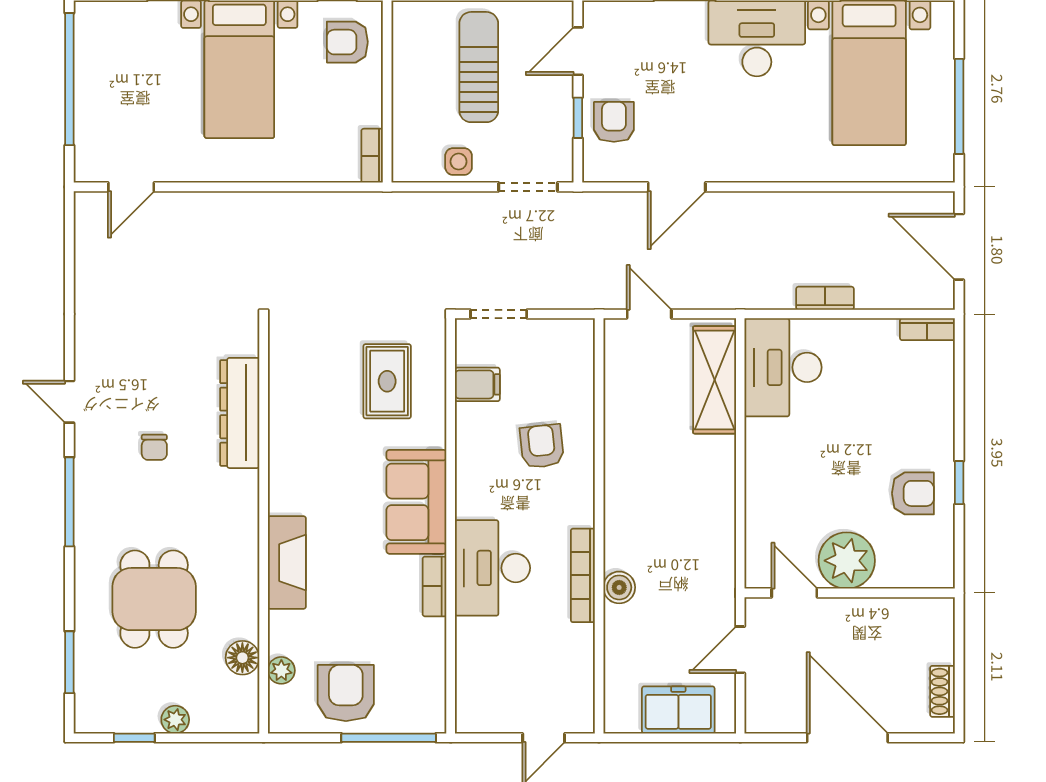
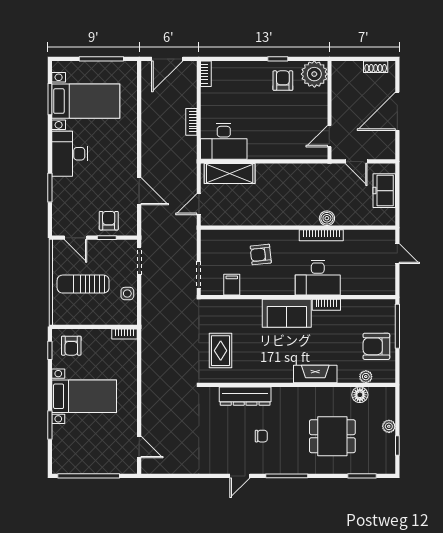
armchair: (614, 122) -> (109, 221), turned 90
rug: (387, 381) -> (221, 351), moved, turned 90
plant: (847, 561) -> (314, 74), moved

